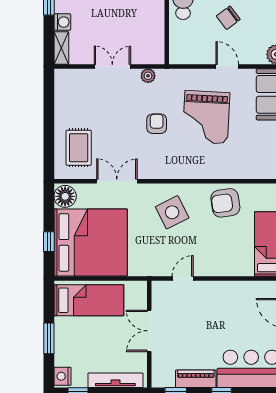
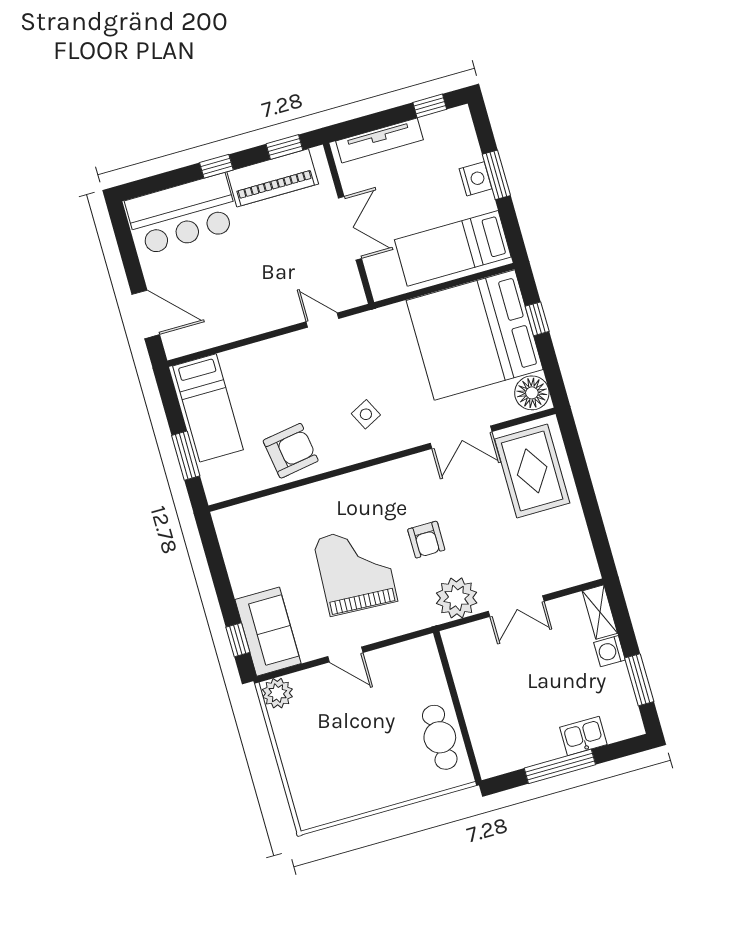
chair: (228, 18) -> (364, 727), removed
plant: (148, 76) -> (457, 598), width x1.88, depth x1.88
rug: (79, 148) -> (532, 471), width x1.36, depth x1.43
side table: (172, 212) -> (366, 414), width x0.54, depth x0.54
door: (183, 279) -> (322, 320), swing flipped
nightstand: (62, 376) -> (475, 179), moved
piano: (196, 379) -> (273, 178), width x1.37, depth x1.33

